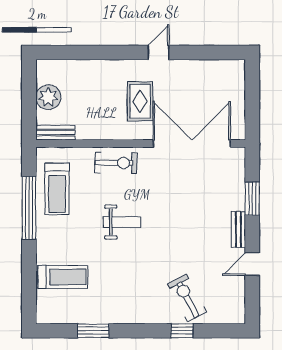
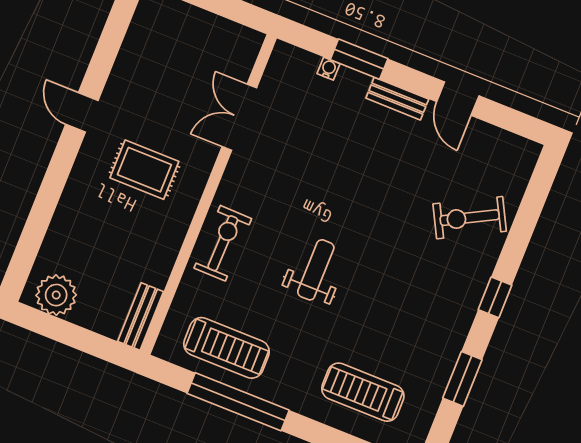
plant: (48, 97) -> (56, 295), moved
double door: (192, 144) -> (239, 117), width x0.54
water cooler: (240, 183) -> (329, 69), added
treadmill: (63, 277) -> (363, 392), turned -90
window: (182, 331) -> (495, 297), moved

